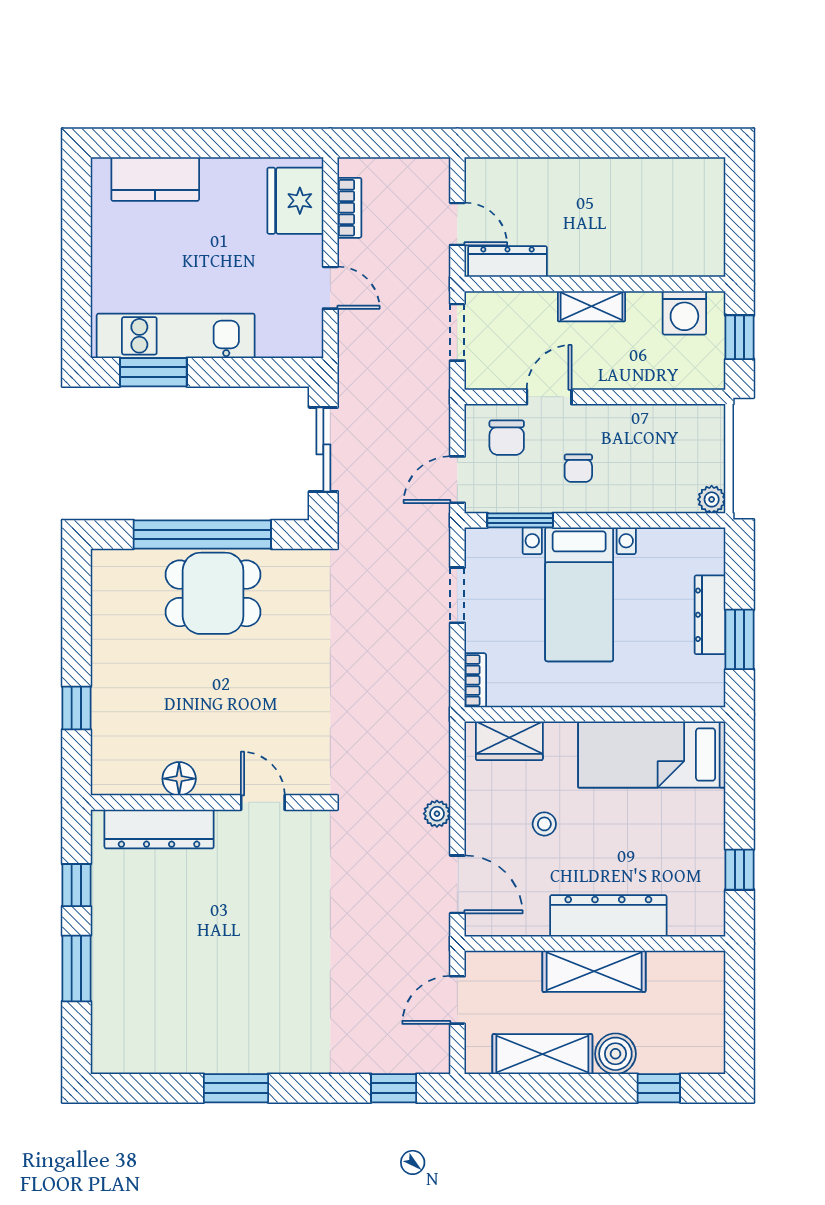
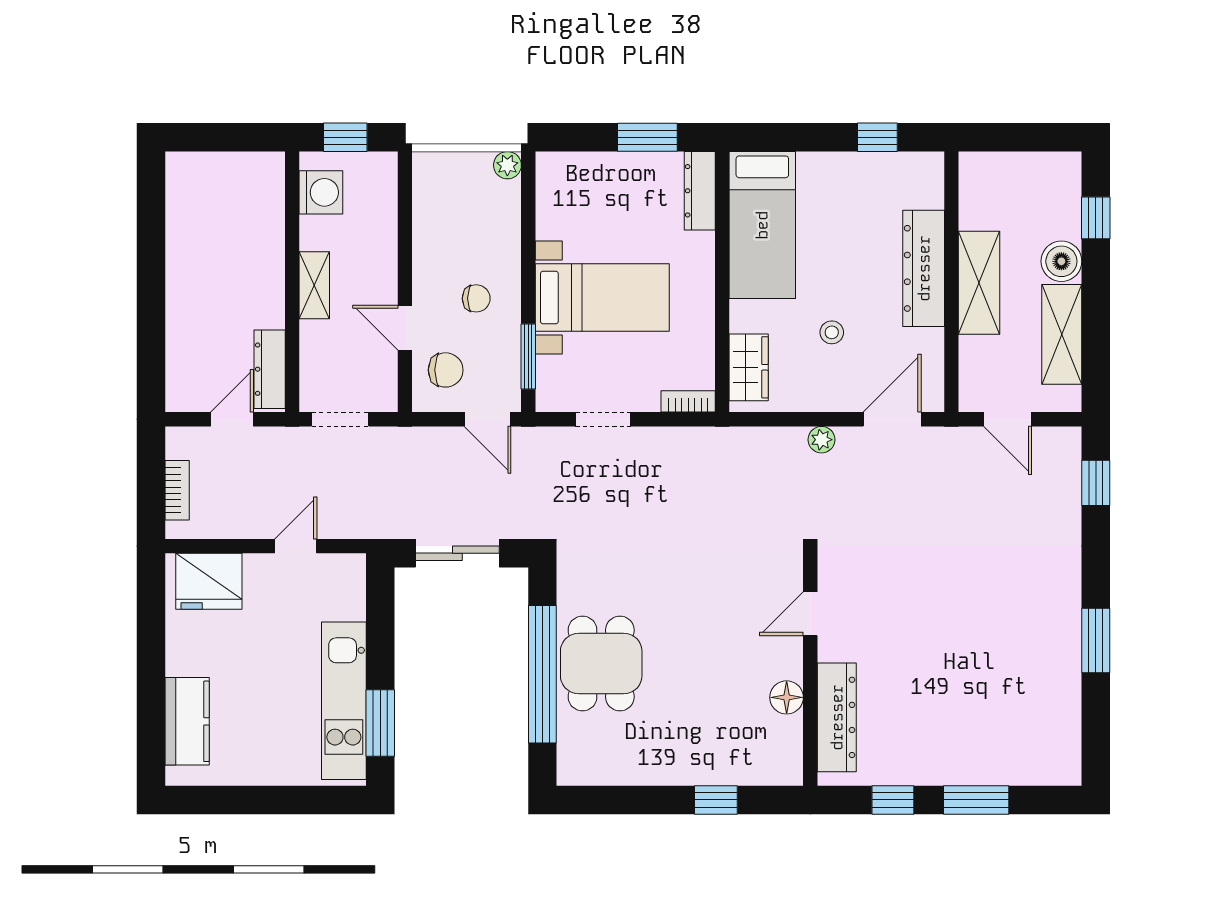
bookcase: (349, 208) -> (177, 490), moved, turned 90
dresser: (710, 615) -> (700, 191), moved, turned 90

